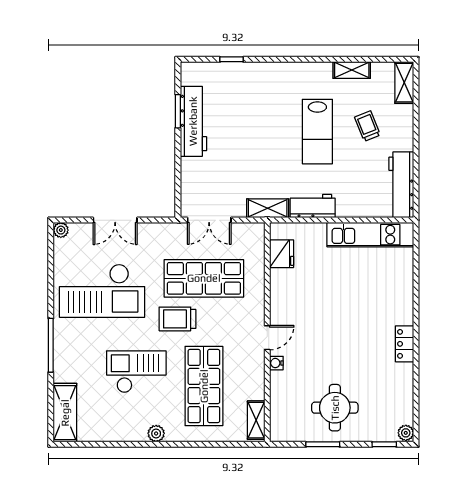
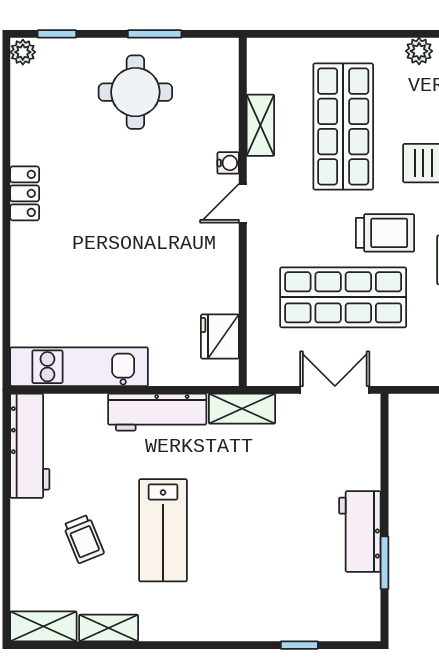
shelving: (404, 83) -> (43, 626), moved, turned 90
workbench: (193, 121) -> (360, 531), width x0.73
lab bench: (317, 132) -> (163, 530), turned 180
workbench: (313, 206) -> (157, 412), width x1.38
shelving: (256, 420) -> (260, 125), moved

